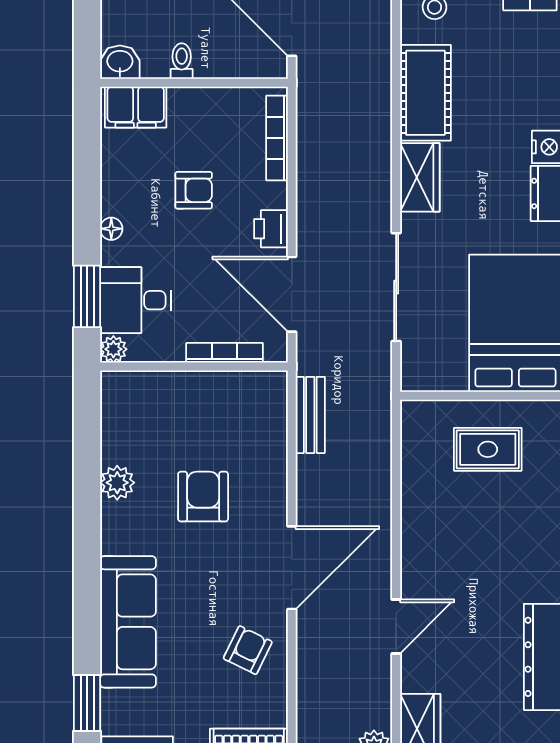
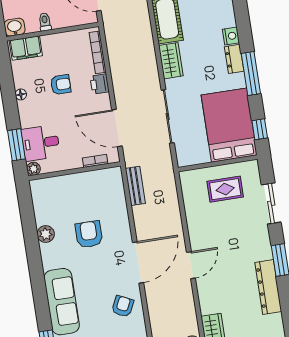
floor lamp: (111, 229) -> (21, 94), moved
printer: (271, 229) -> (100, 84), moved
bookcase: (225, 353) -> (95, 161), width x0.64
door: (396, 626) -> (191, 265), moved

